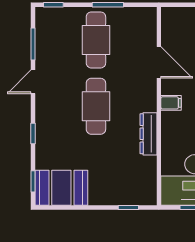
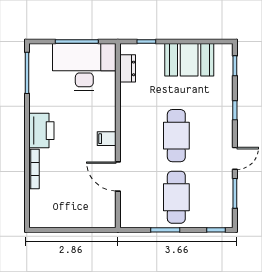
dresser: (148, 134) -> (128, 68), moved, width x0.70
booth: (61, 188) -> (189, 60), moved

